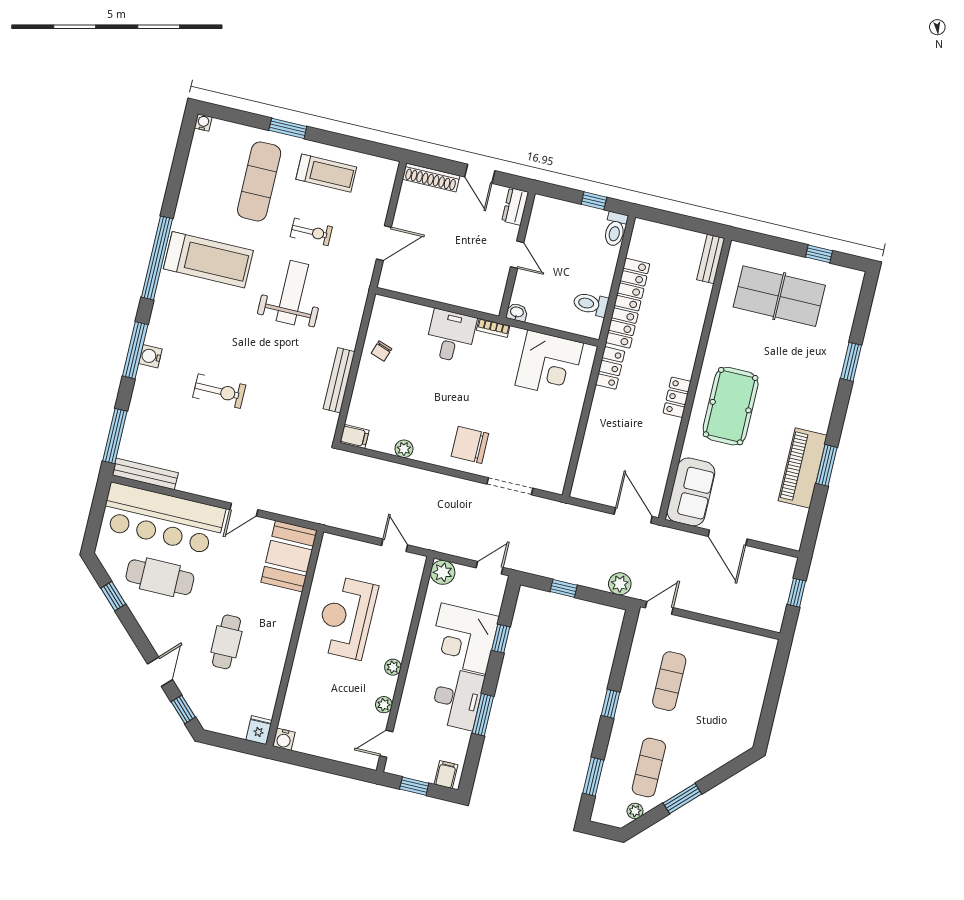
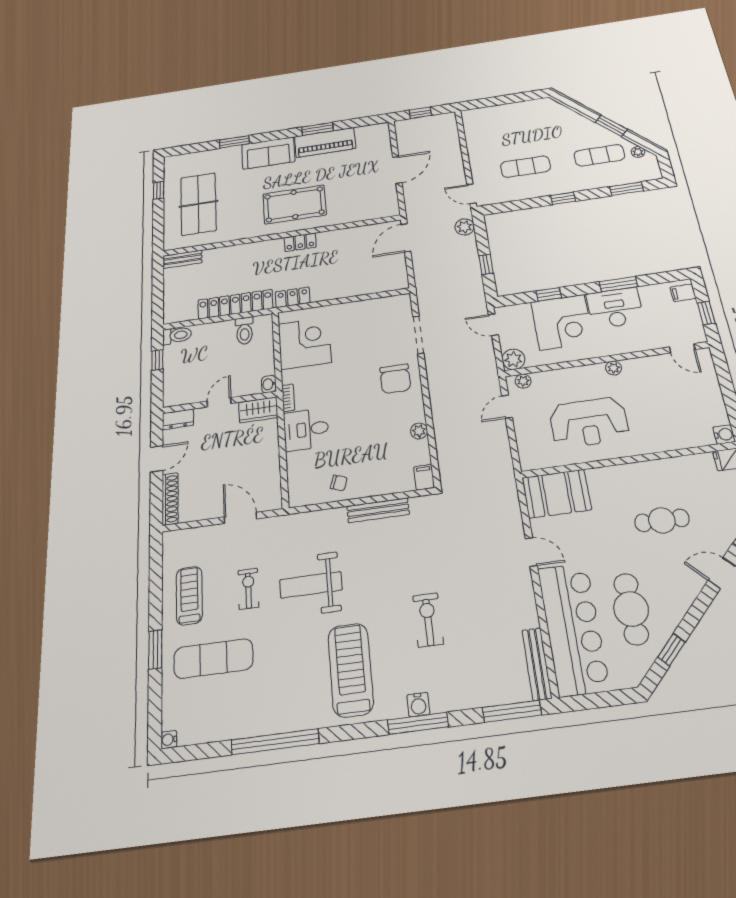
window: (157, 258) -> (275, 742), moved
treadmill: (208, 260) -> (351, 670), moved
wardrobe: (492, 293) -> (258, 410), added
sofa: (691, 492) -> (268, 153), moved, turned 180
plant: (384, 705) -> (523, 381), moved

